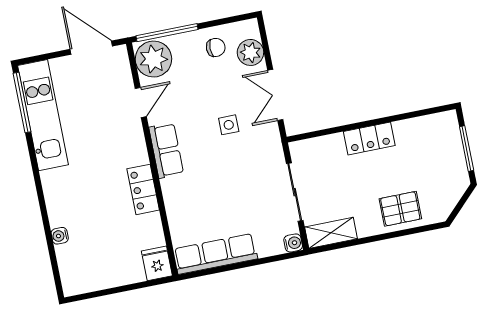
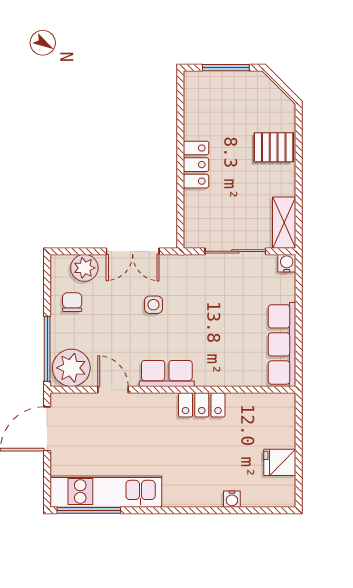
pallet: (400, 209) -> (274, 147), turned 90
fridge: (157, 263) -> (280, 462), moved

